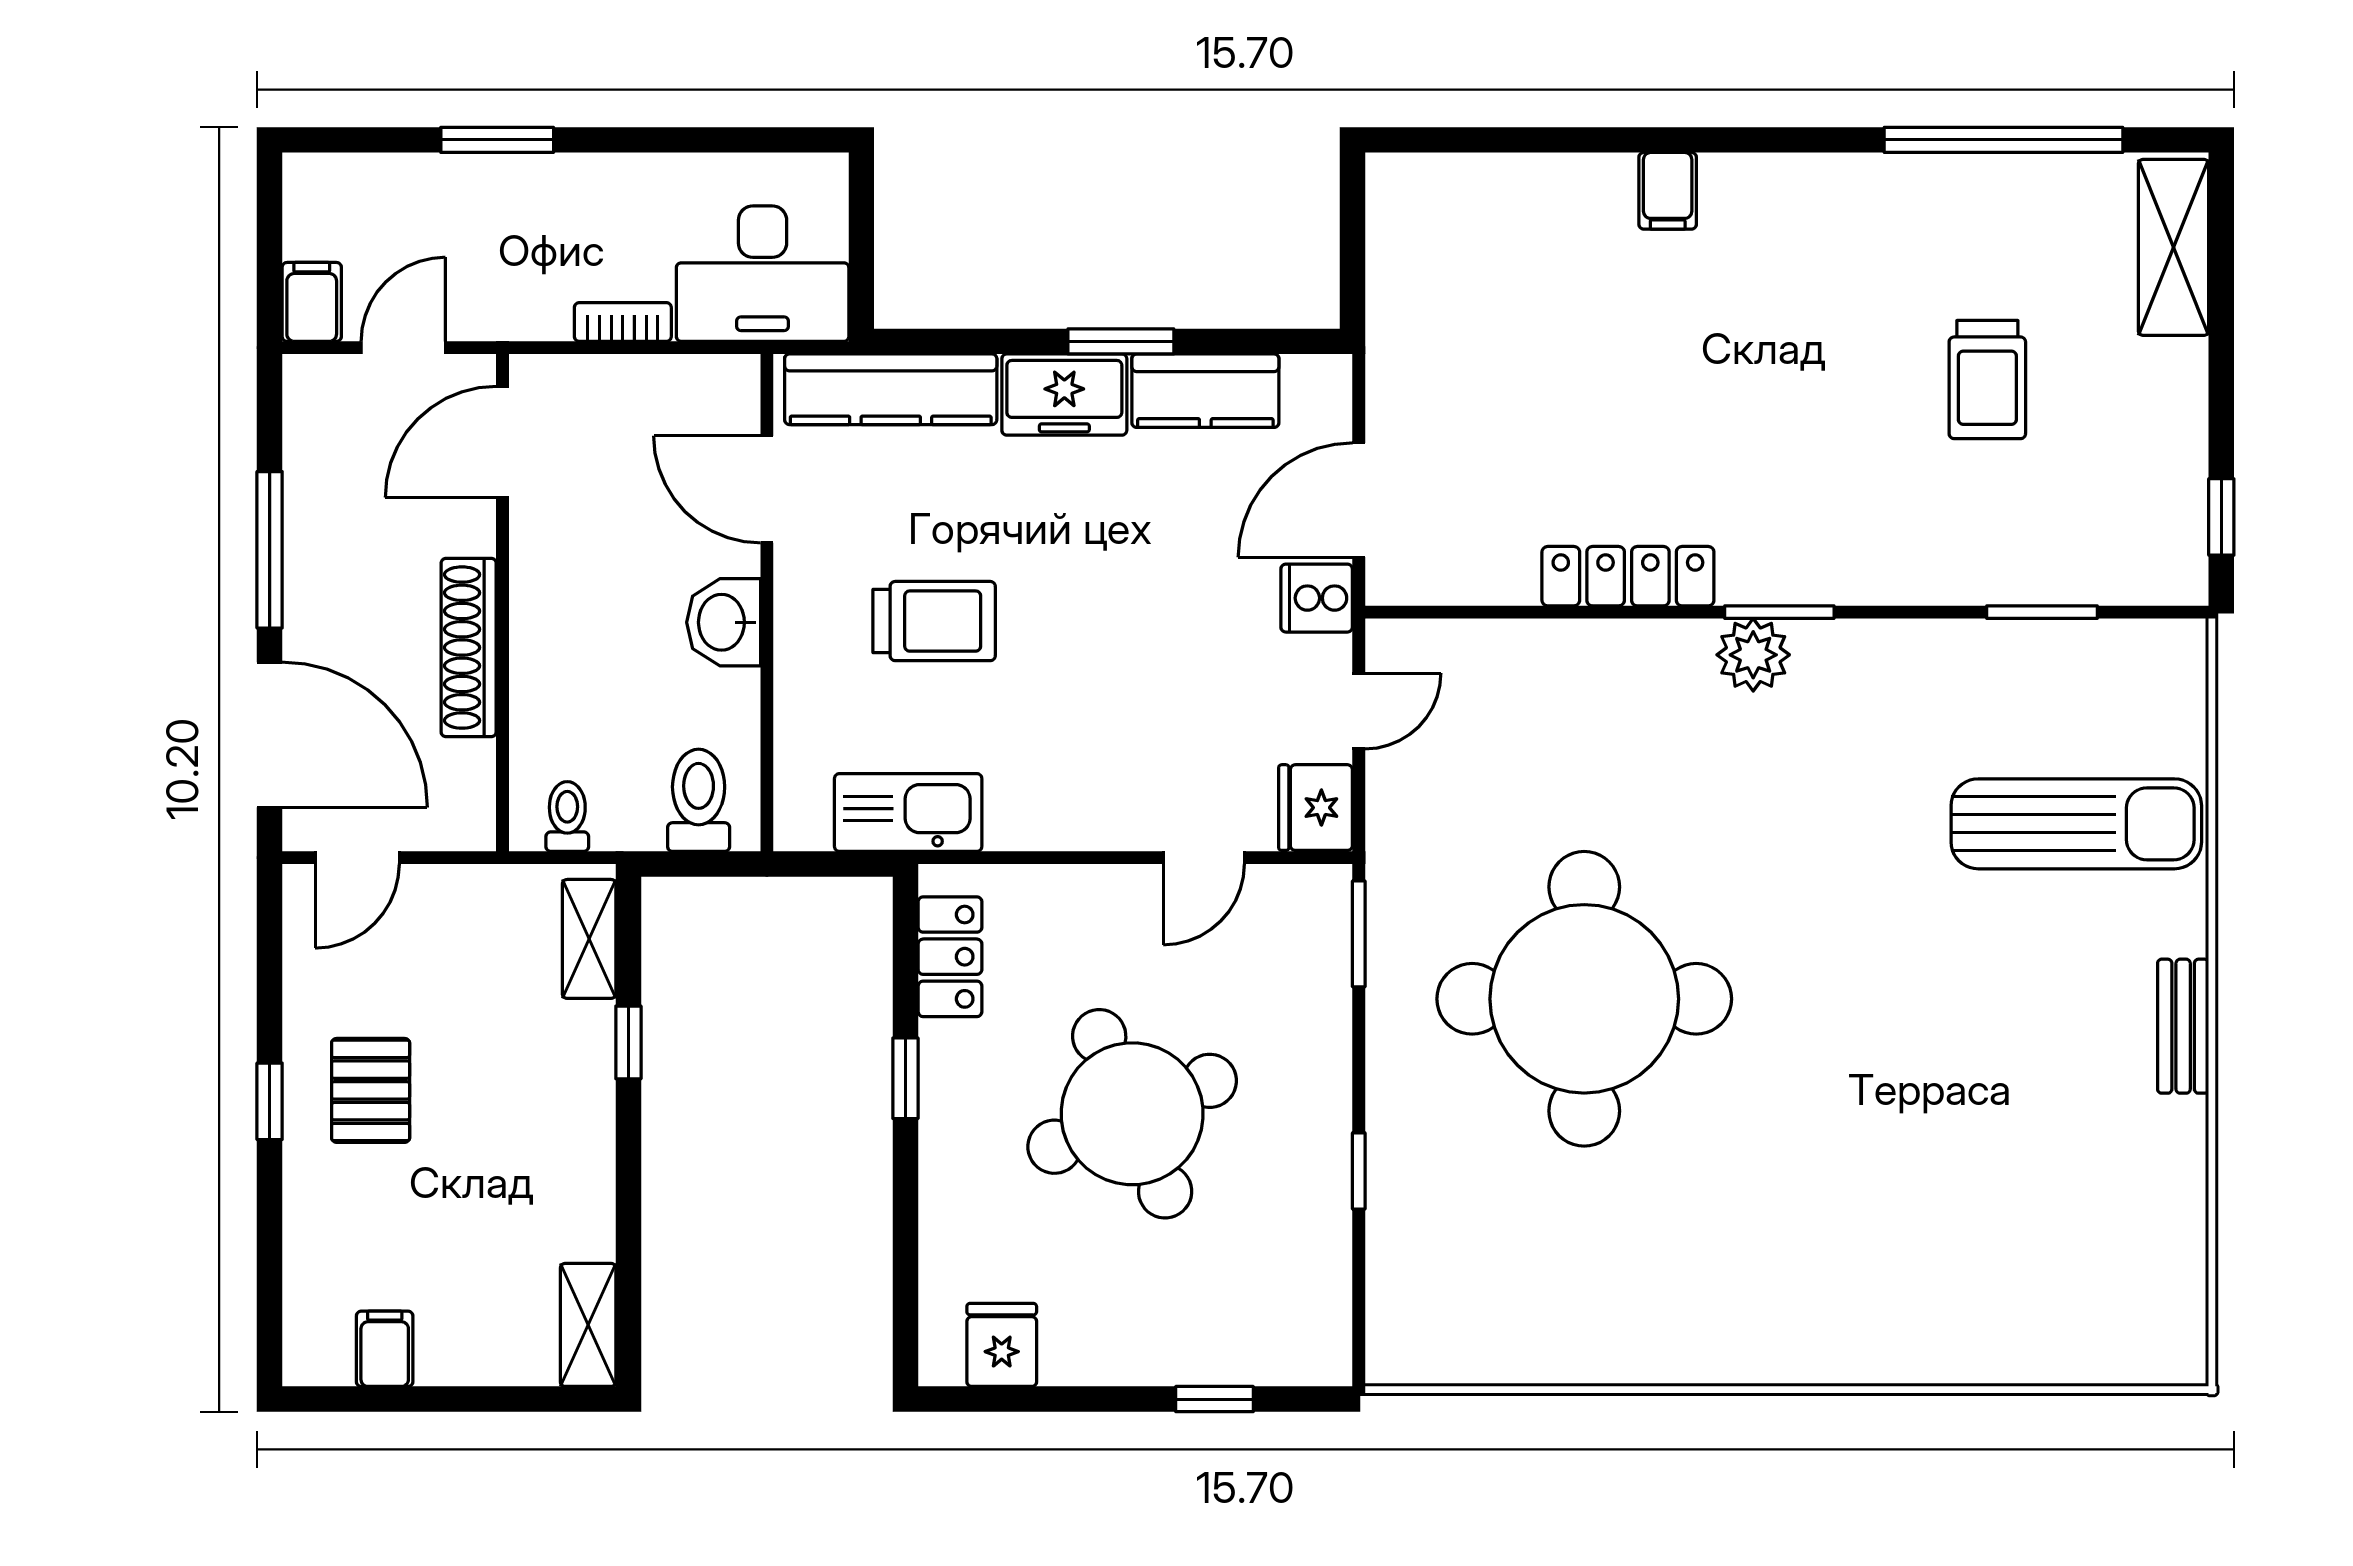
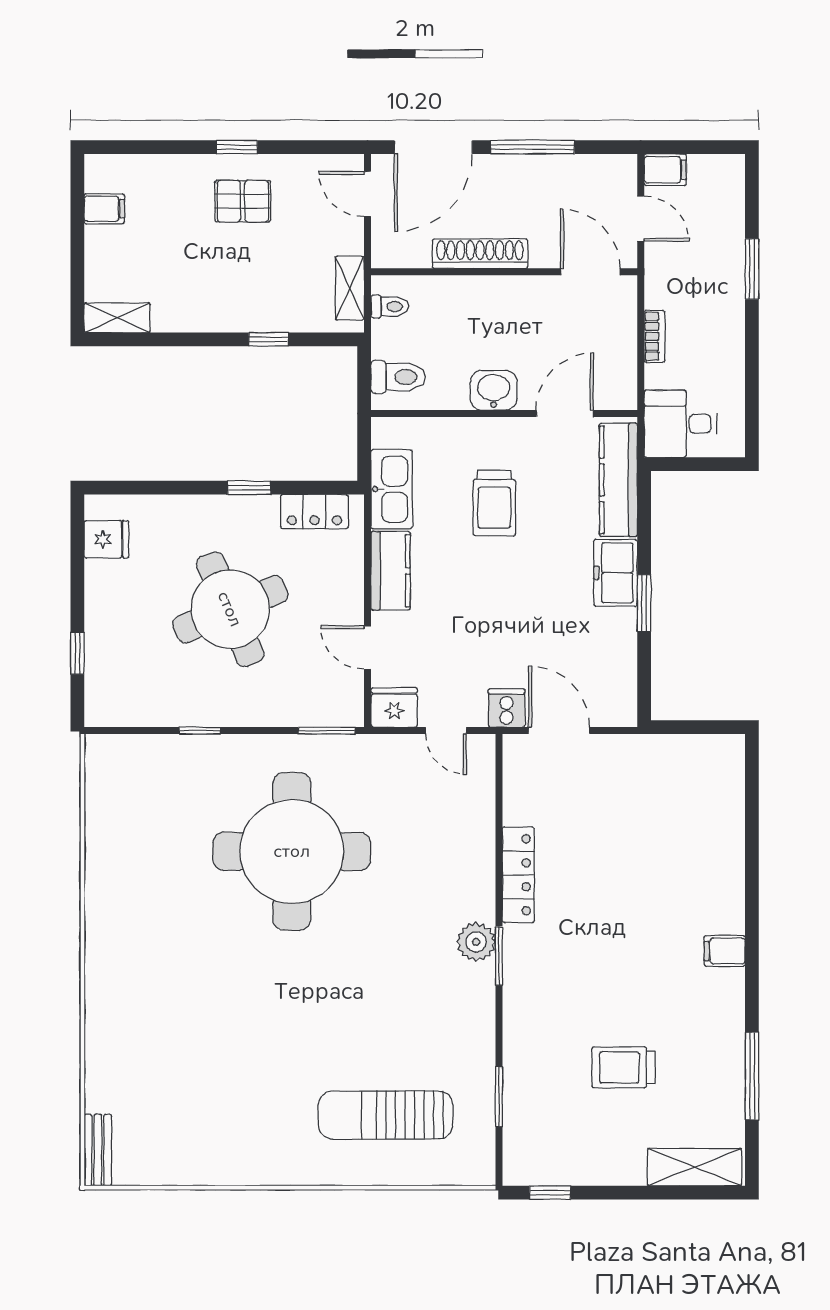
window: (2003, 140) -> (752, 1076), width x0.68
filing cabinet: (1668, 191) -> (725, 951), moved
desk: (763, 274) -> (680, 424), width x0.73
kitchen counter: (1205, 391) -> (391, 571), moved, turned 180
sun lounger: (2076, 824) -> (386, 1115), turned 90
shelving: (589, 939) -> (350, 288), moved, turned 90
bench: (2183, 1026) -> (98, 1150), moved, turned 90

